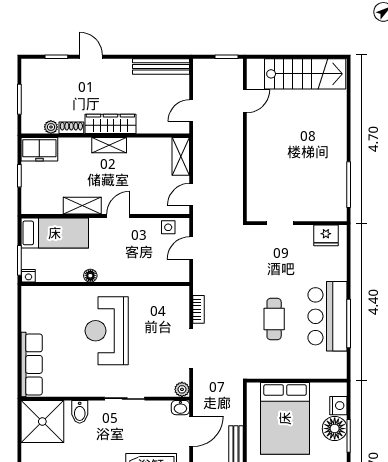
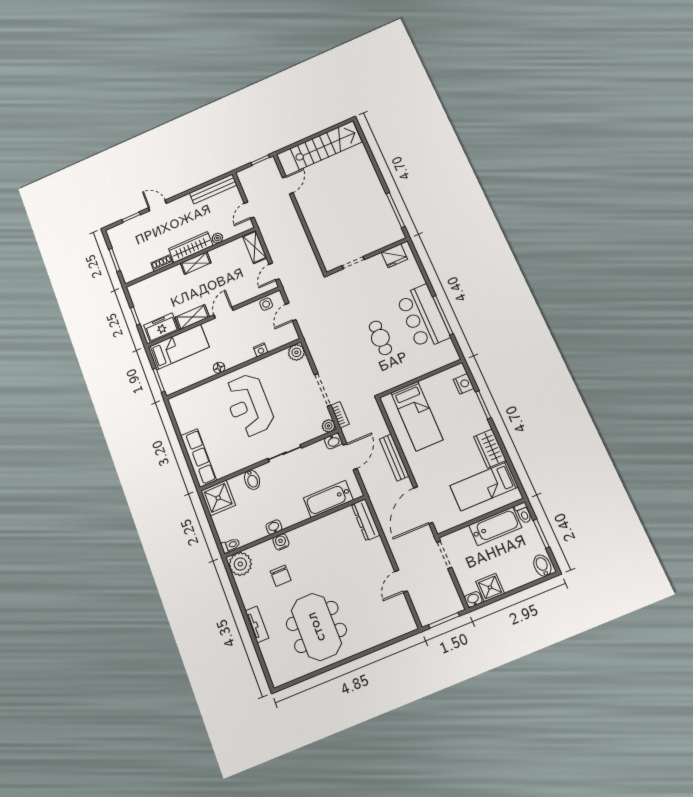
plant: (51, 127) -> (217, 238), moved
freezer: (39, 149) -> (161, 328), moved, turned 180
nightstand: (28, 276) -> (261, 350), moved
plant: (180, 296) -> (296, 352), added
bookcase: (199, 309) -> (340, 415), moved
bed: (285, 418) -> (417, 416), width x0.67
shower: (42, 422) -> (218, 498), width x0.73, depth x0.73
floor lamp: (335, 429) -> (469, 404), removed

